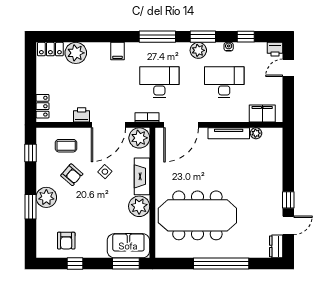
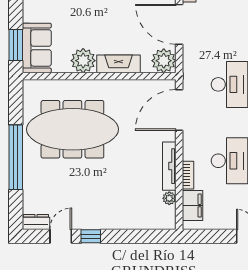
bookcase: (147, 117) -> (188, 175), moved
door: (181, 125) -> (179, 110), hinge flipped
side table: (105, 172) -> (124, 20), removed
meeting table: (197, 215) -> (72, 129), turned 90
door: (288, 225) -> (61, 236), swing flipped

